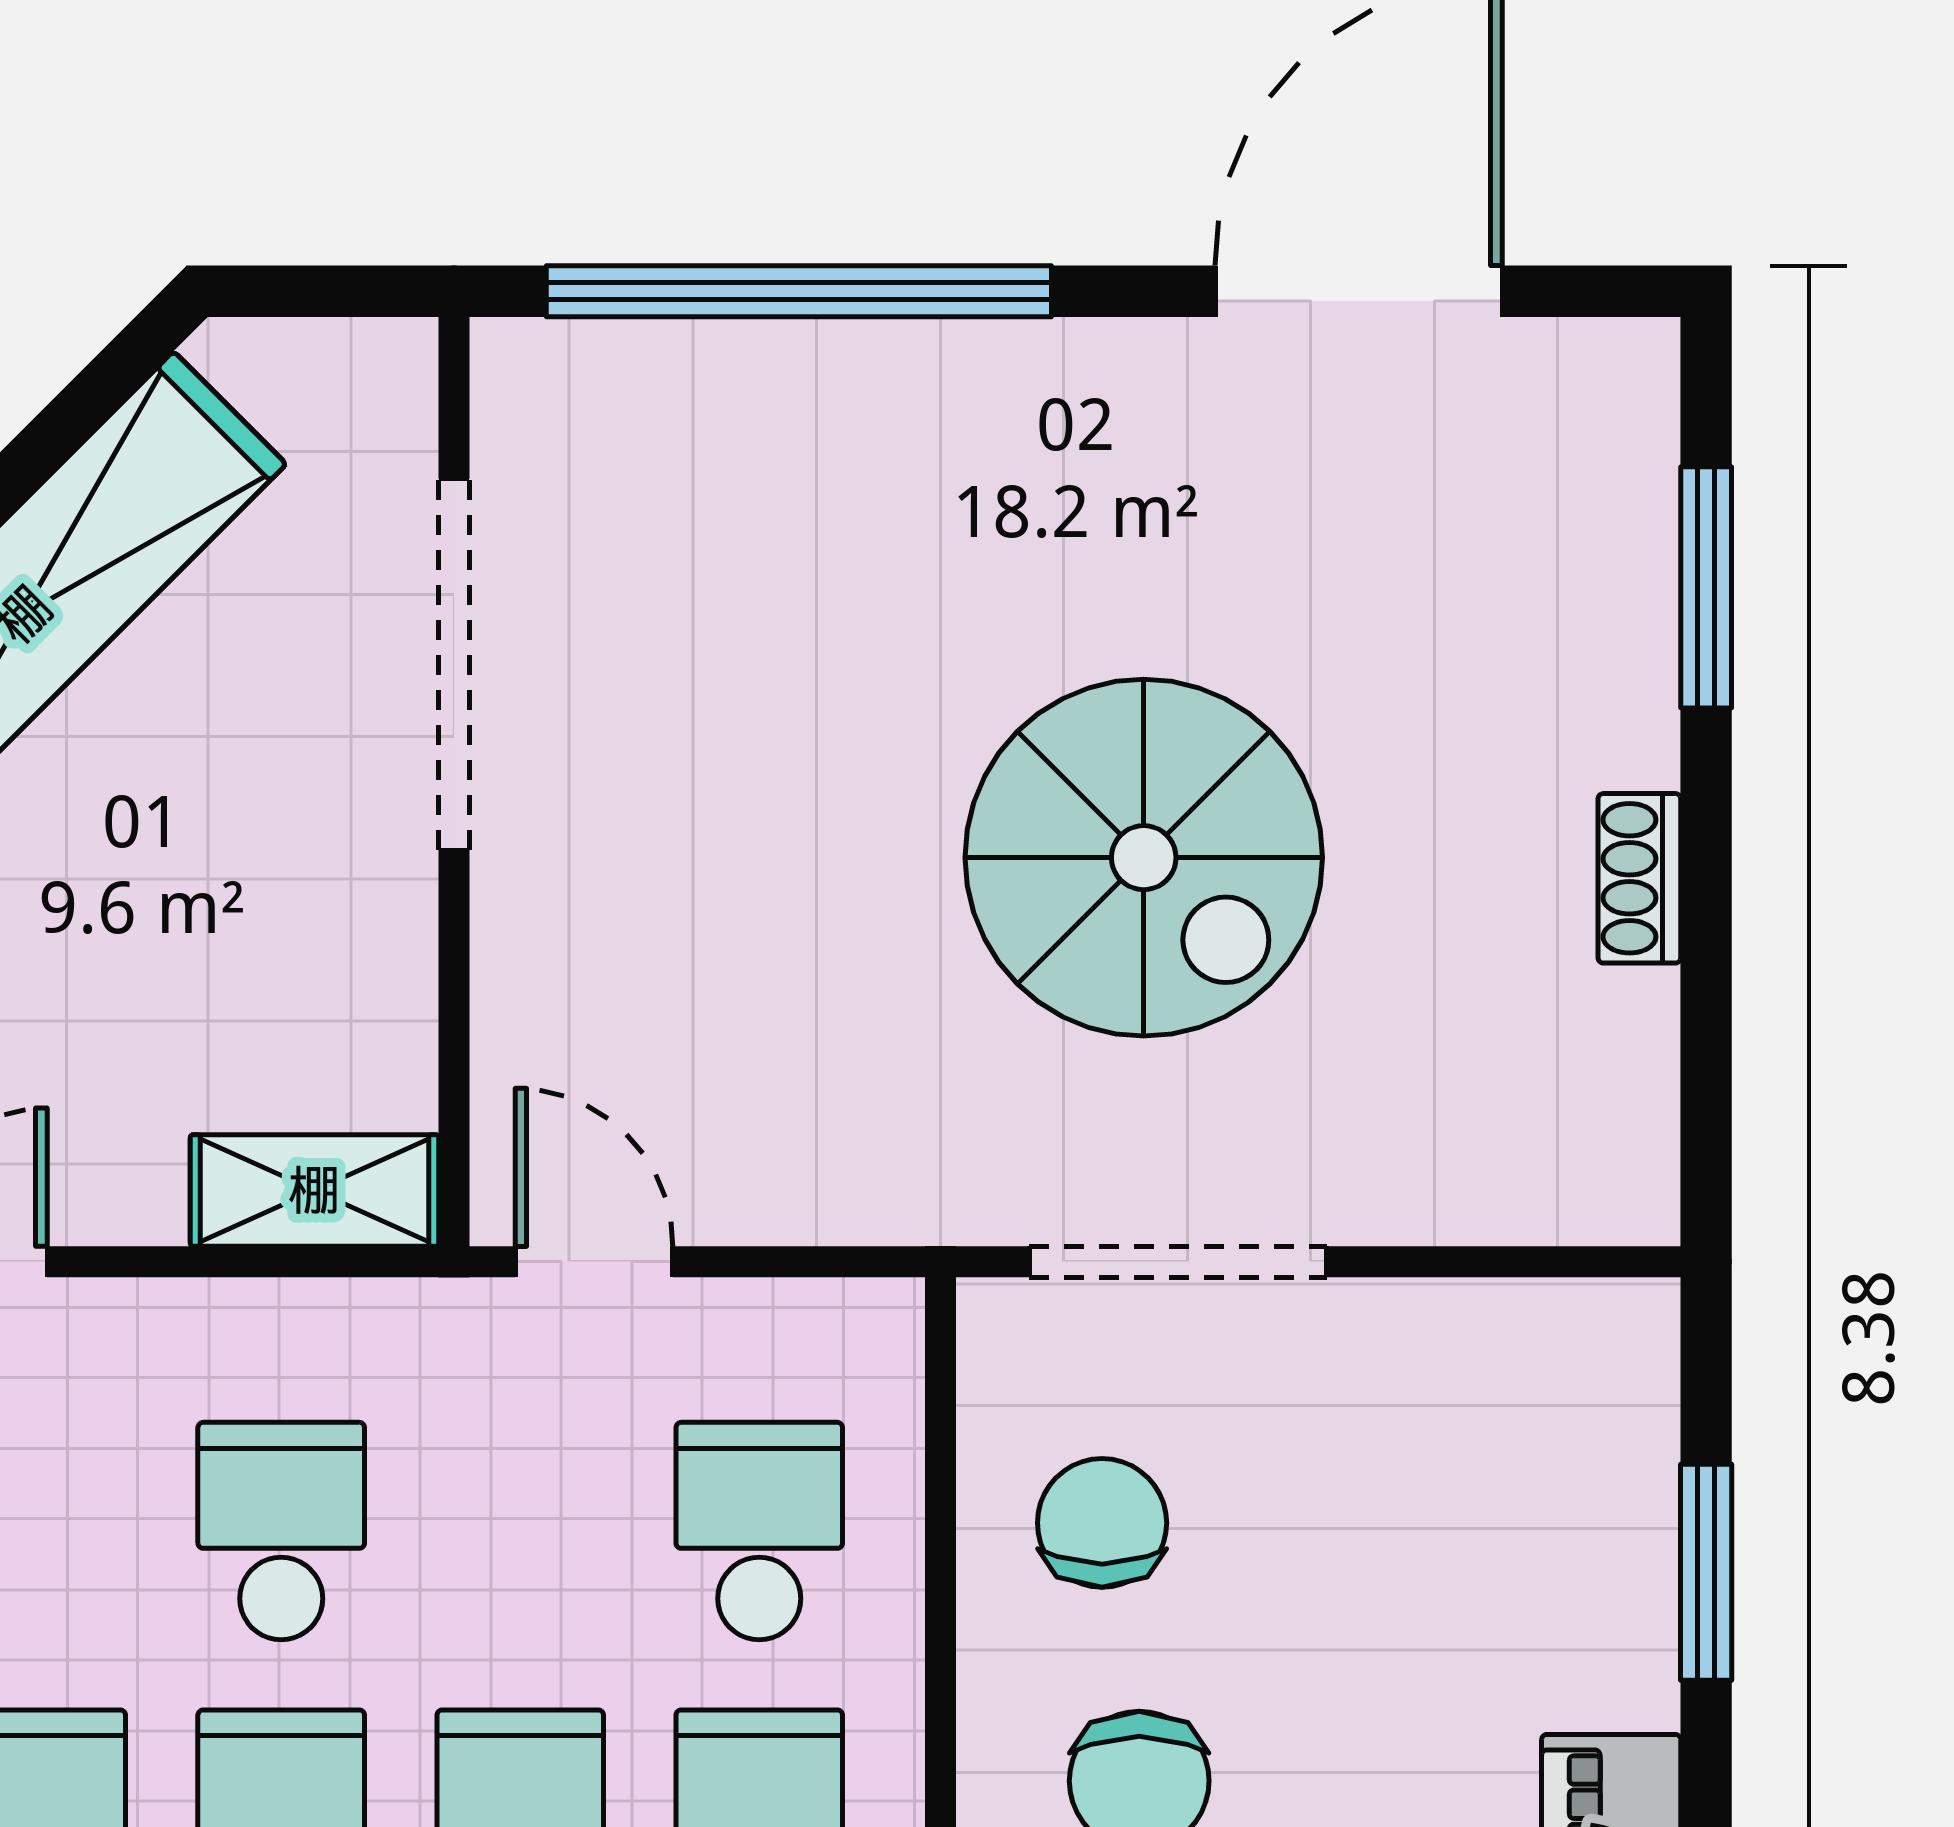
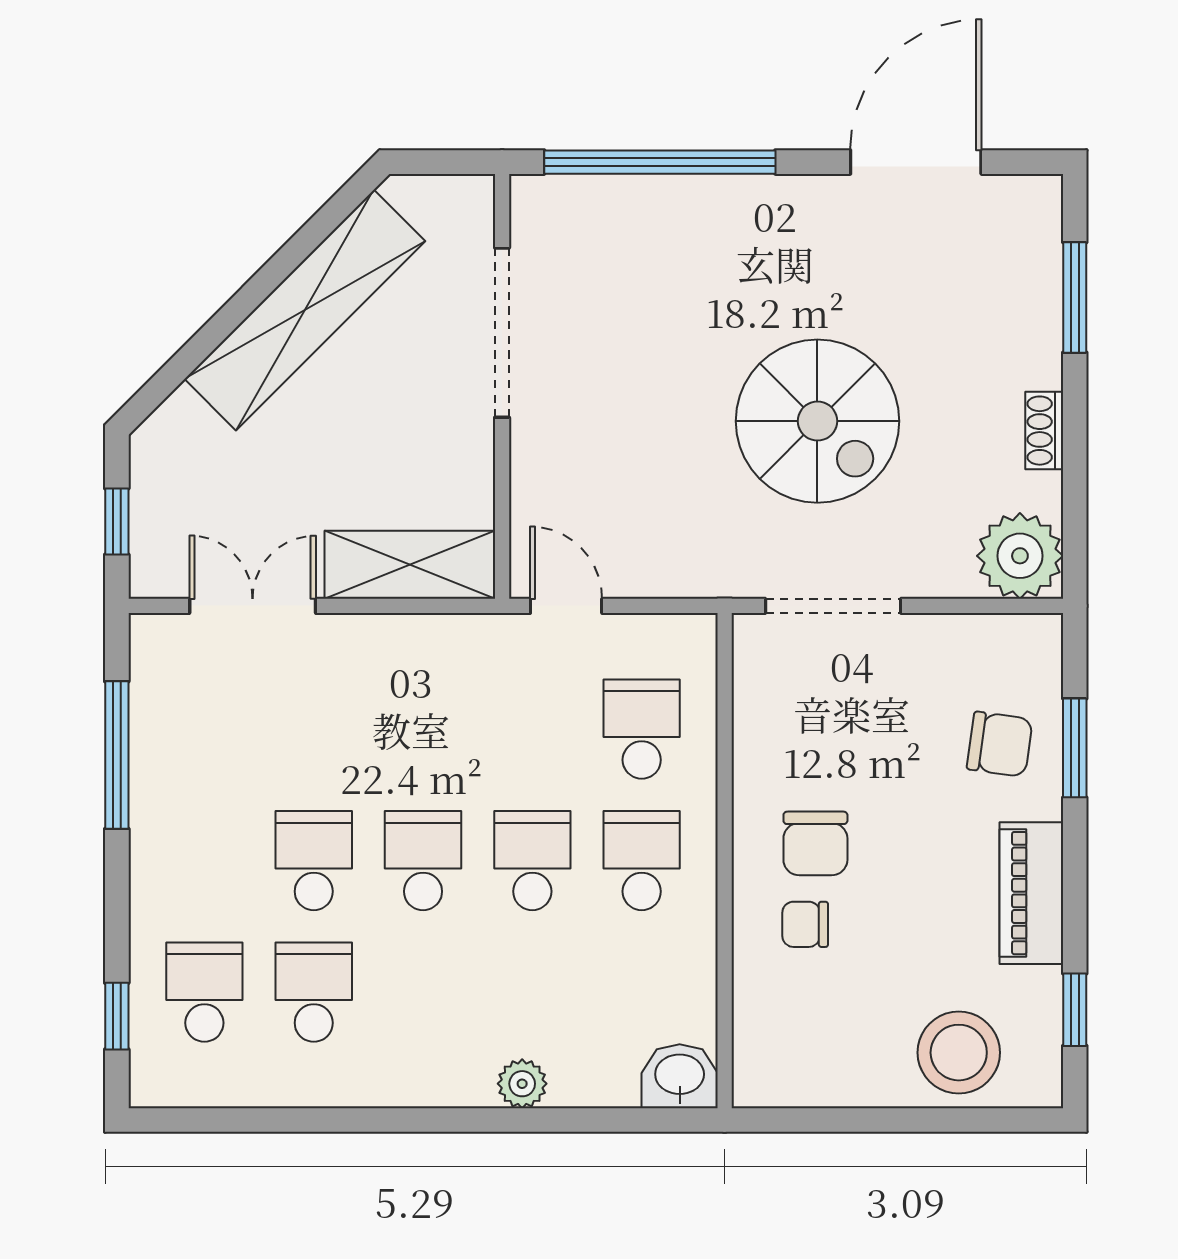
plant: (1586, 1152) -> (1020, 556), added
shelving: (314, 1190) -> (410, 565), width x1.50, depth x1.33
chair: (1102, 1523) -> (1000, 744), moved, turned 98
school desk: (281, 1531) -> (423, 729), removed

